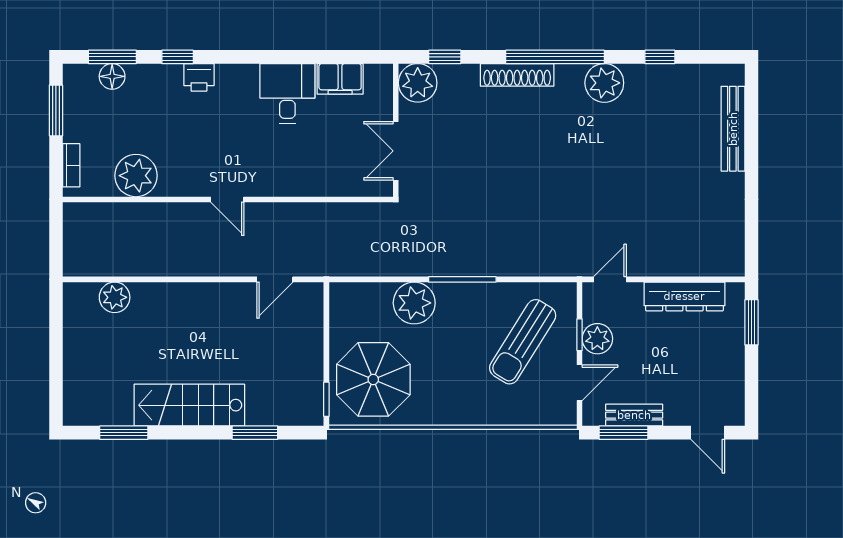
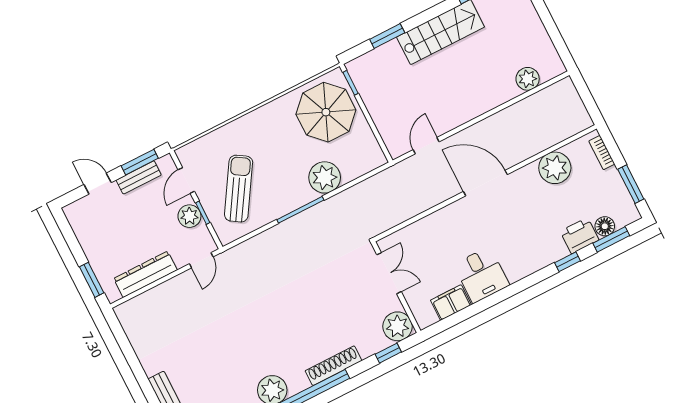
printer: (199, 77) -> (579, 236), moved, width x1.36, depth x1.24
door: (227, 199) -> (485, 183), width x1.88
door: (708, 433) -> (98, 184), moved

